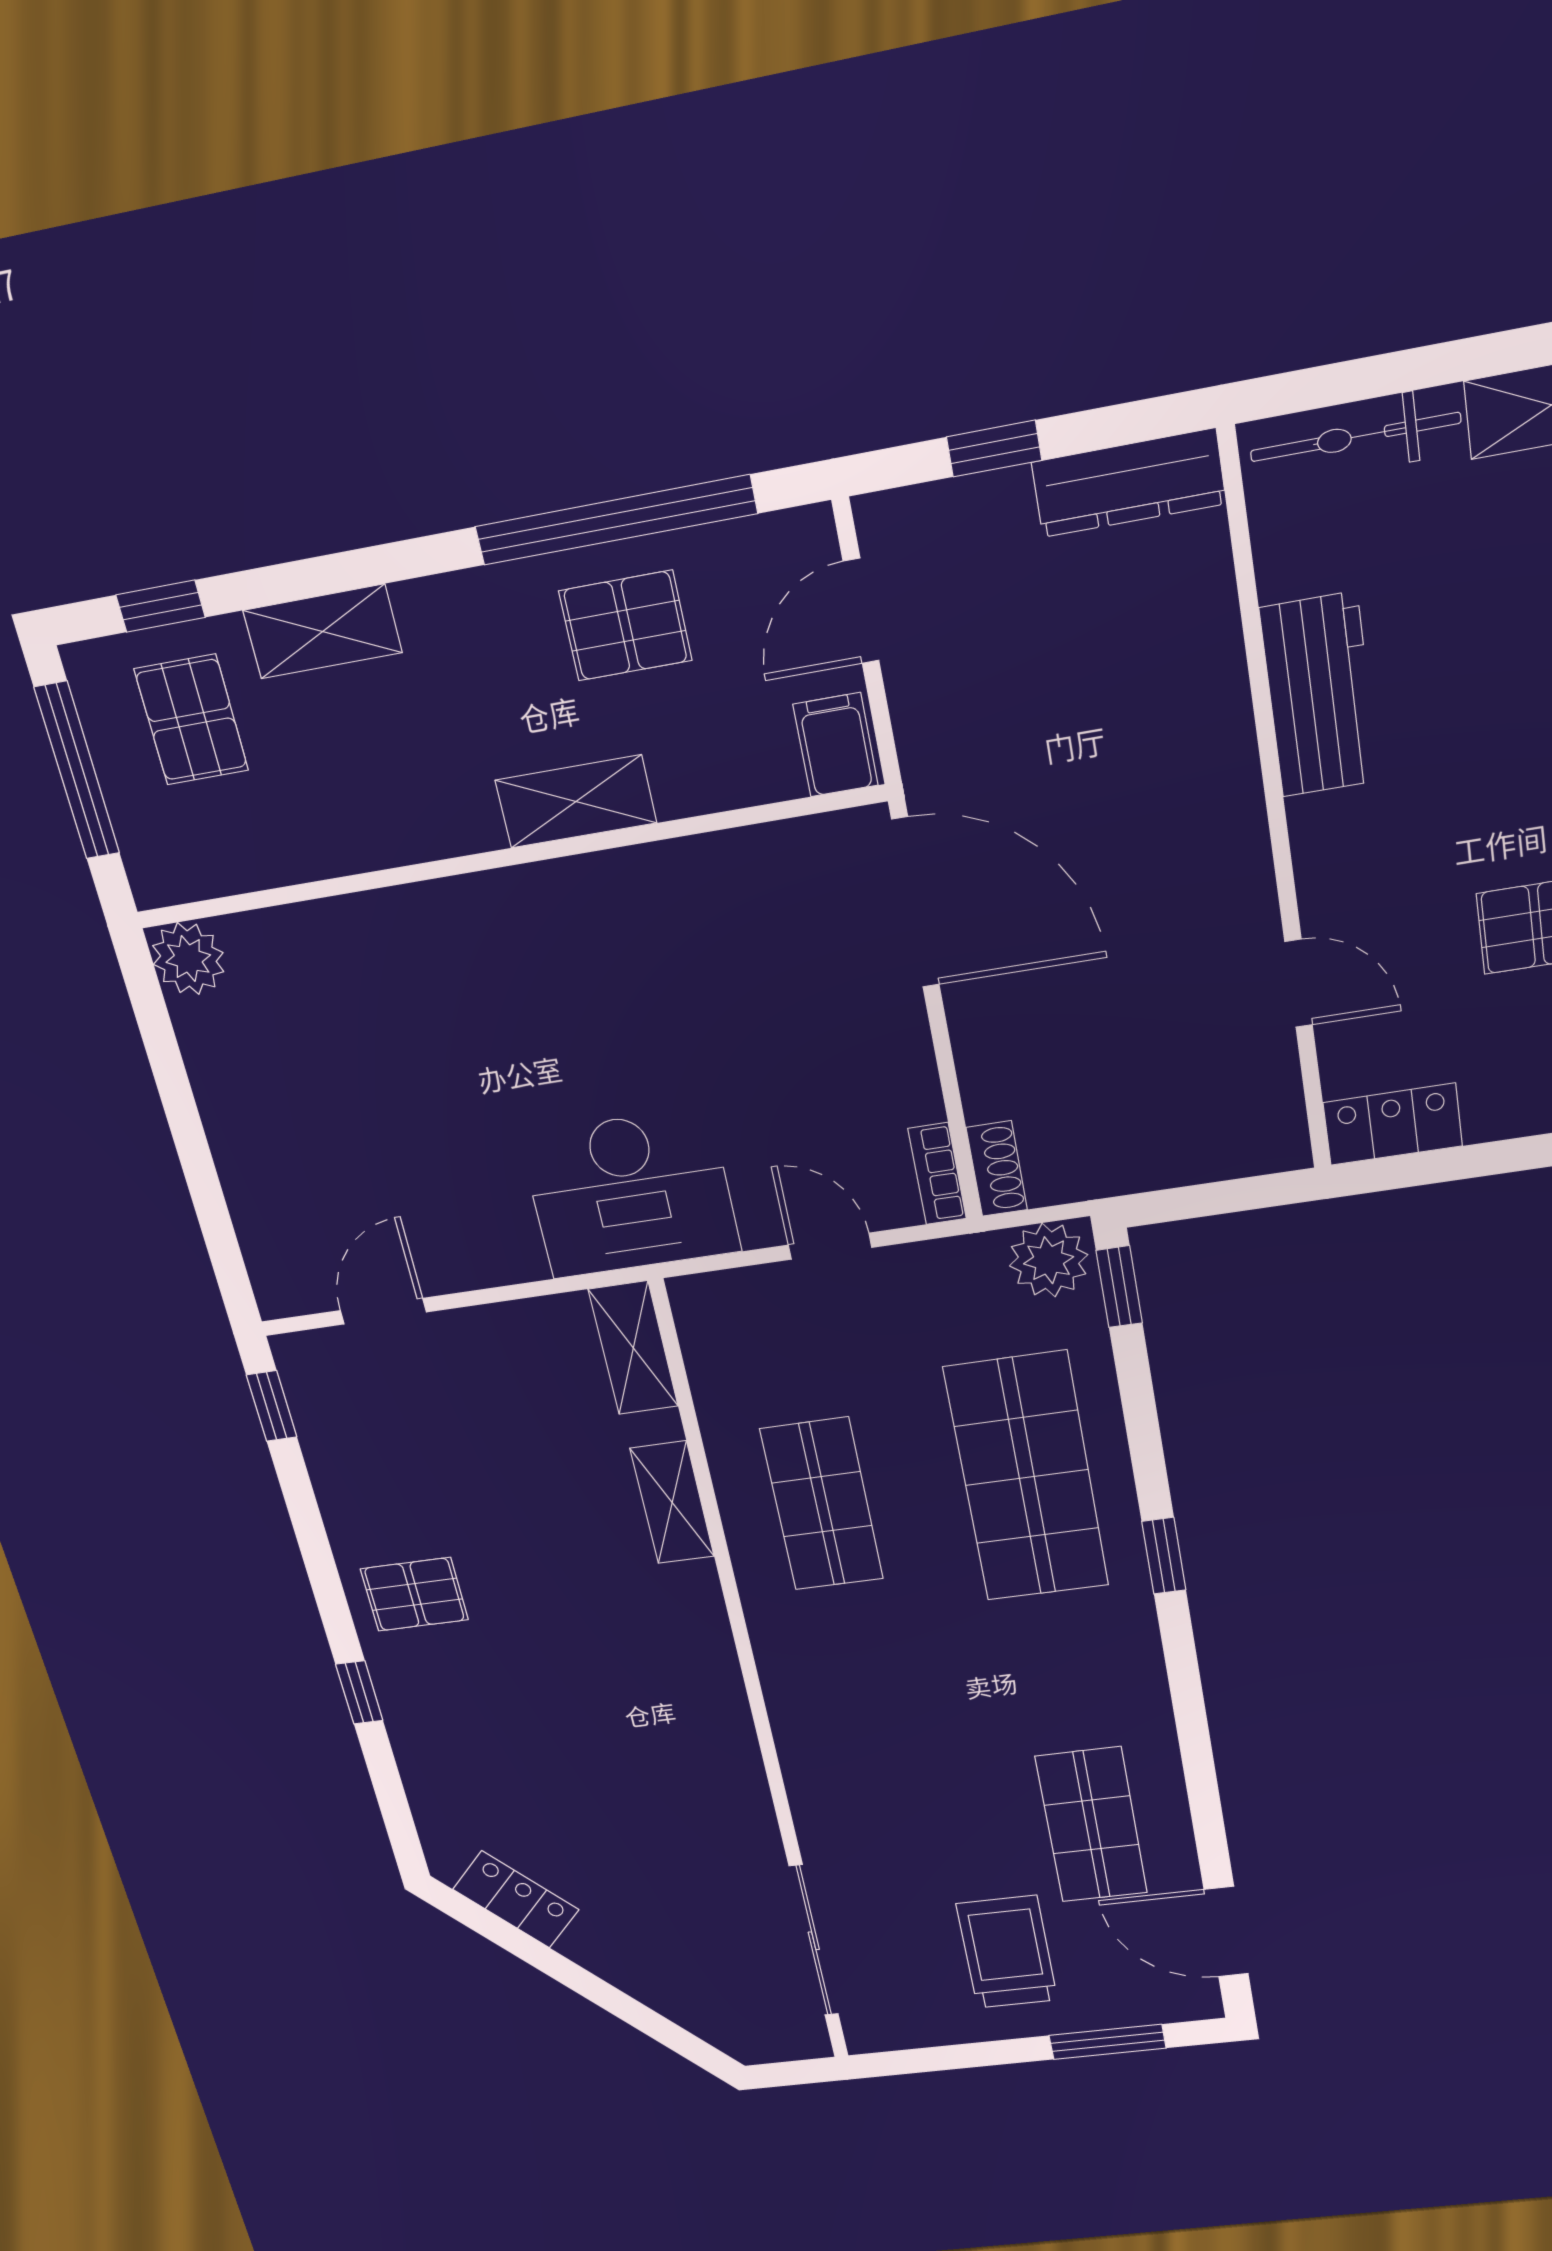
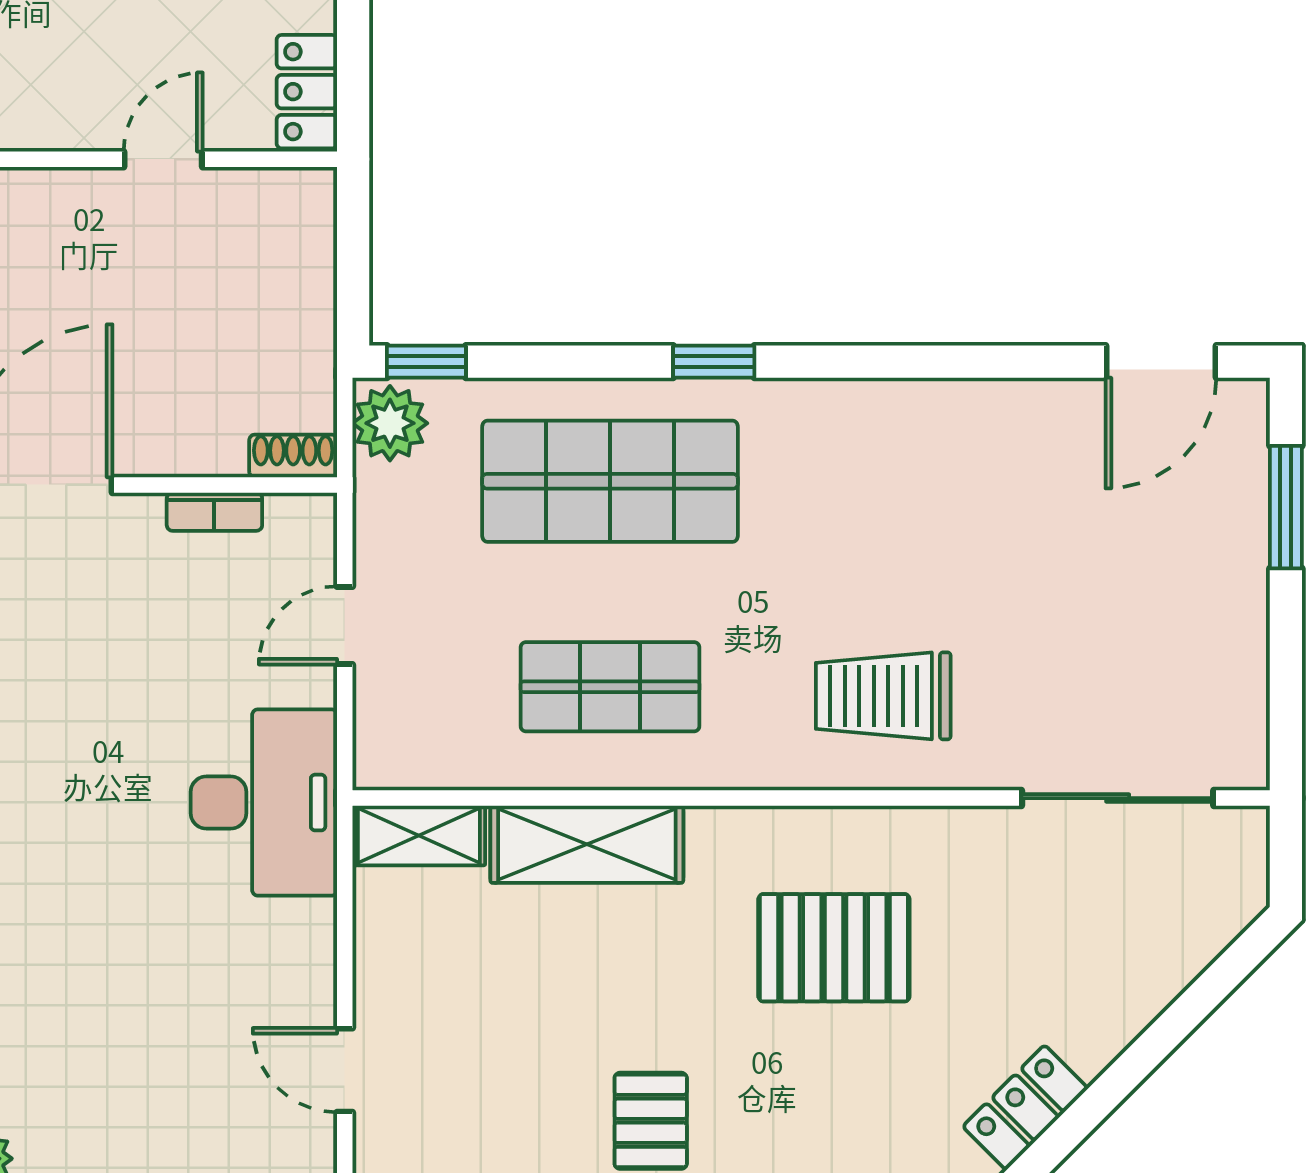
bookcase: (937, 1174) -> (214, 512), moved
shelving: (672, 1502) -> (587, 844), width x1.50, depth x1.33
pallet: (619, 1729) -> (834, 948), added
shop shelf: (1091, 1825) -> (1012, 481), removed
trolley: (1007, 1952) -> (883, 696), moved

